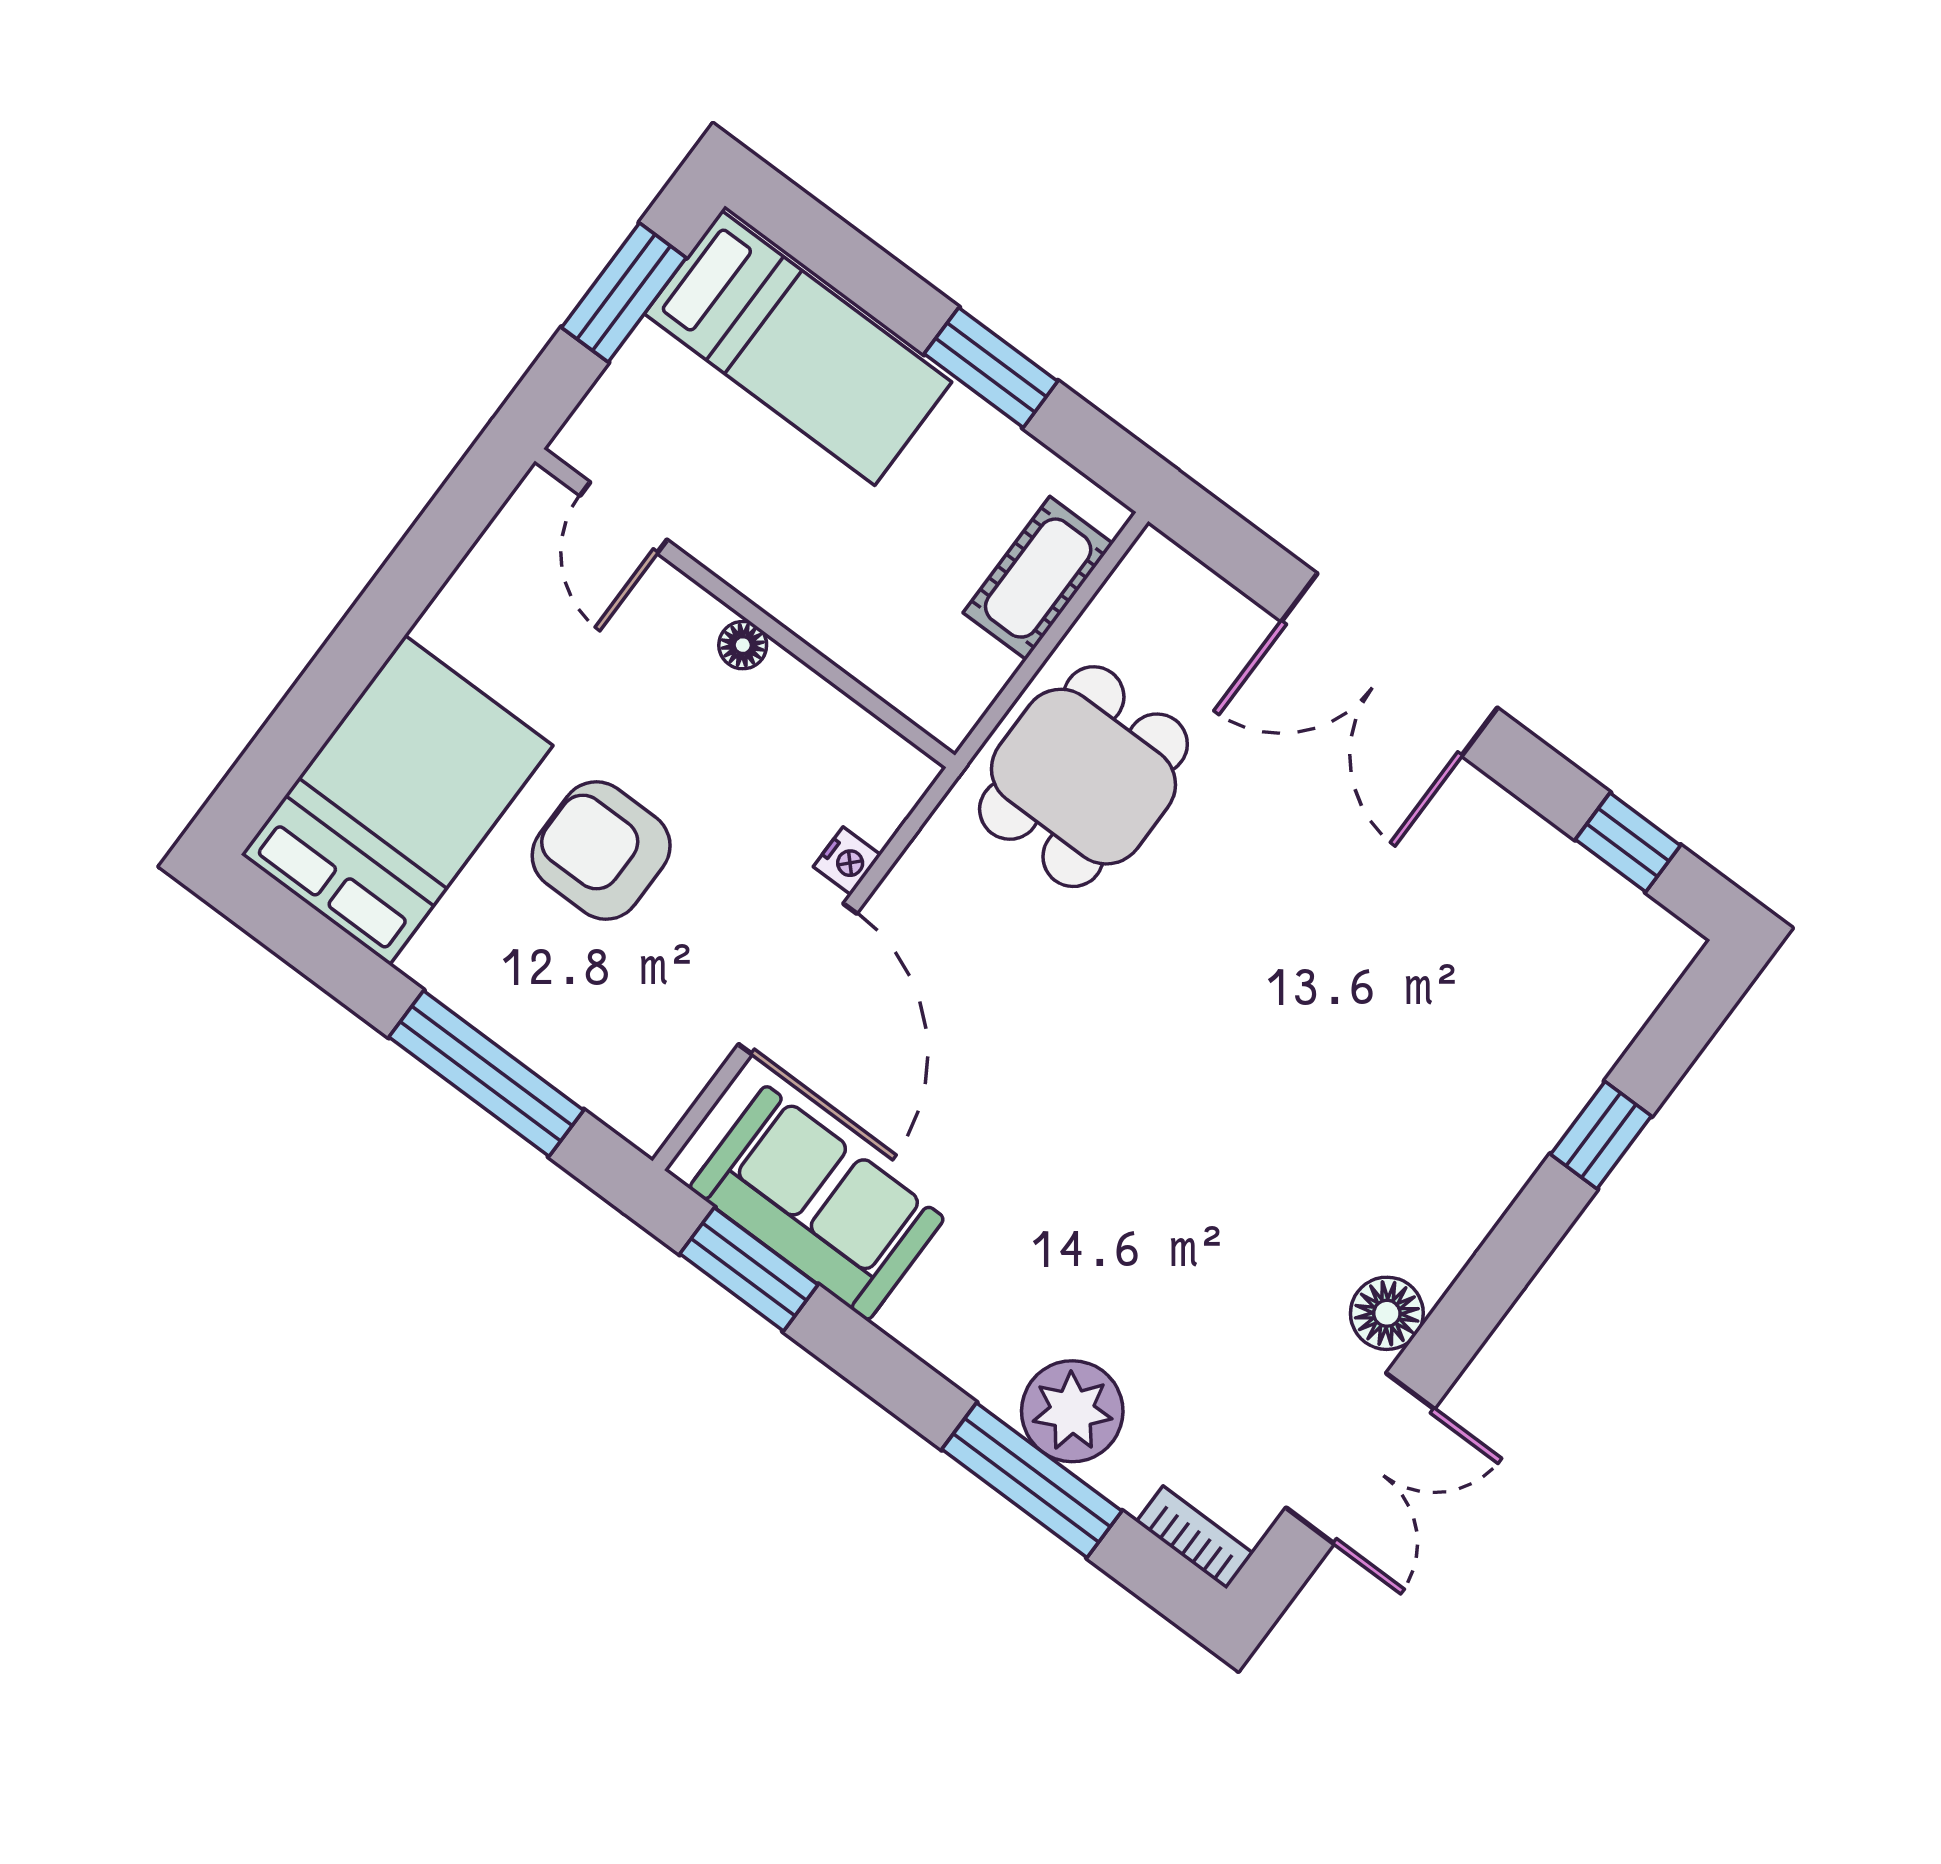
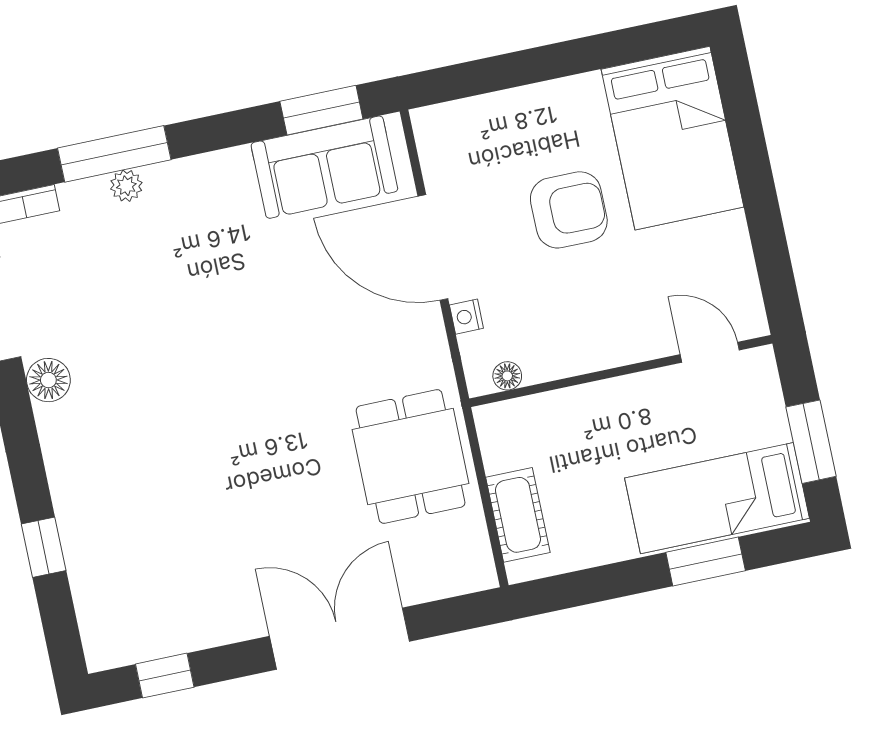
window: (991, 368) -> (706, 562), moved
floor lamp: (743, 645) -> (507, 376), moved
window: (486, 1074) -> (514, 70), removed
plant: (1072, 1411) -> (126, 186), width x0.53, depth x0.53

